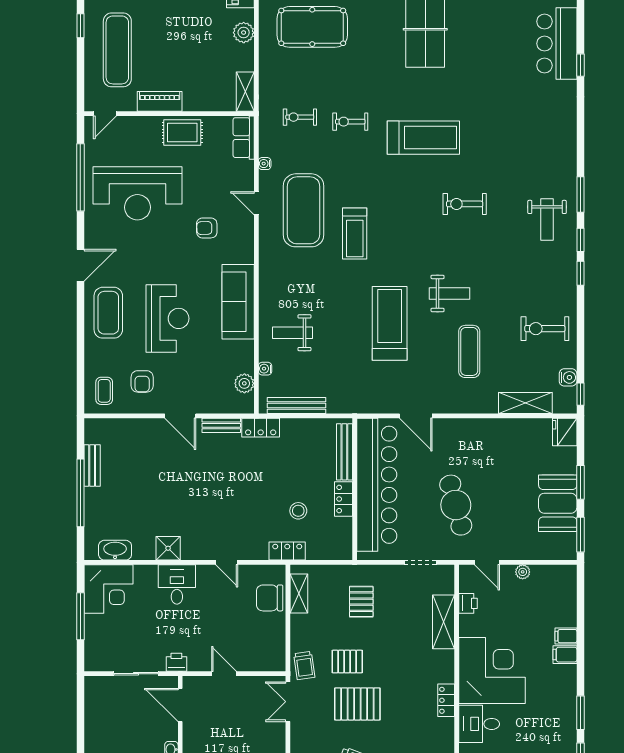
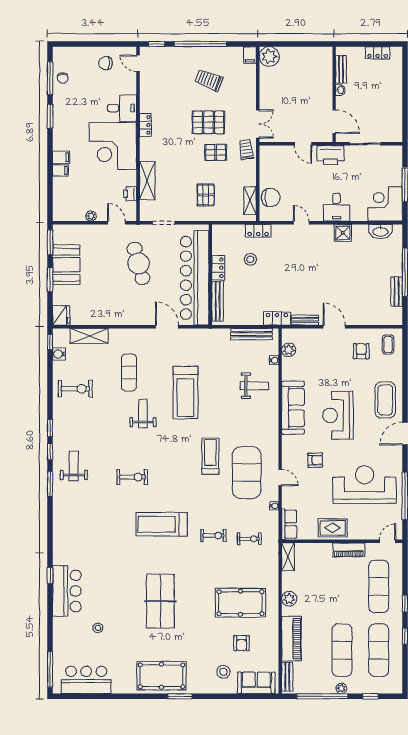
weight bench: (450, 293) -> (143, 414), turned 90
reception desk: (167, 318) -> (338, 415), moved
printer: (176, 662) -> (331, 155), width x1.87, depth x1.48

